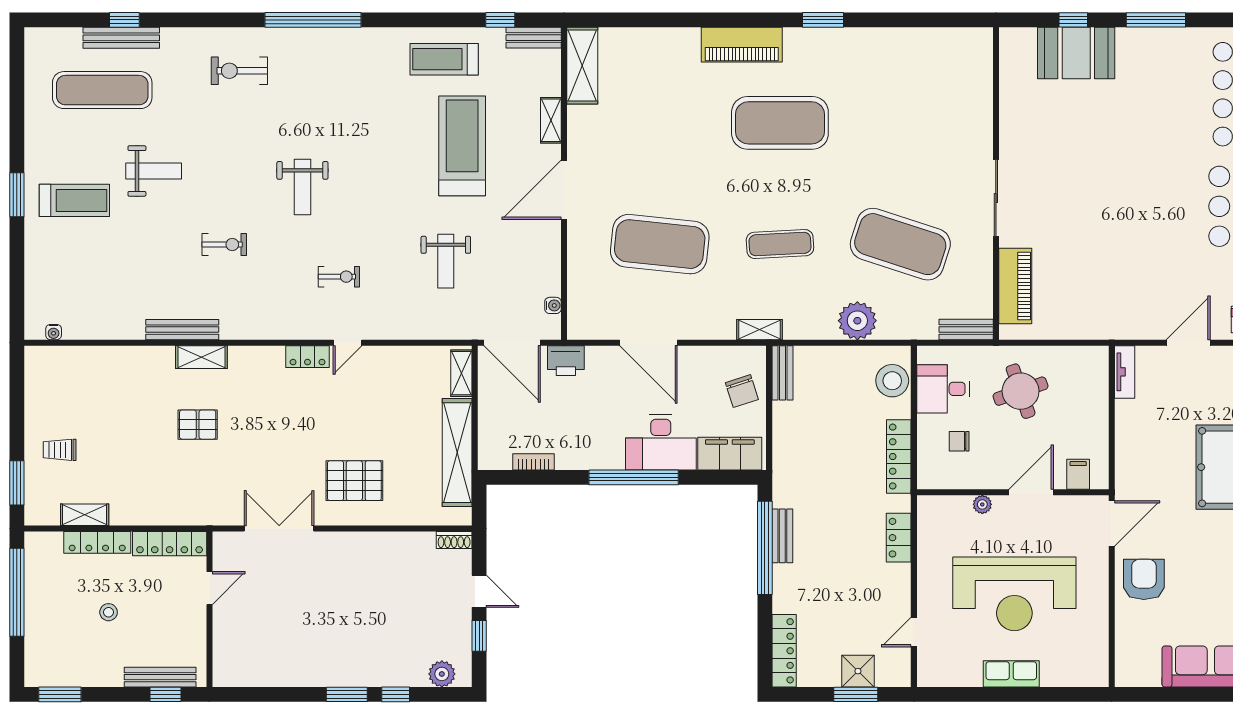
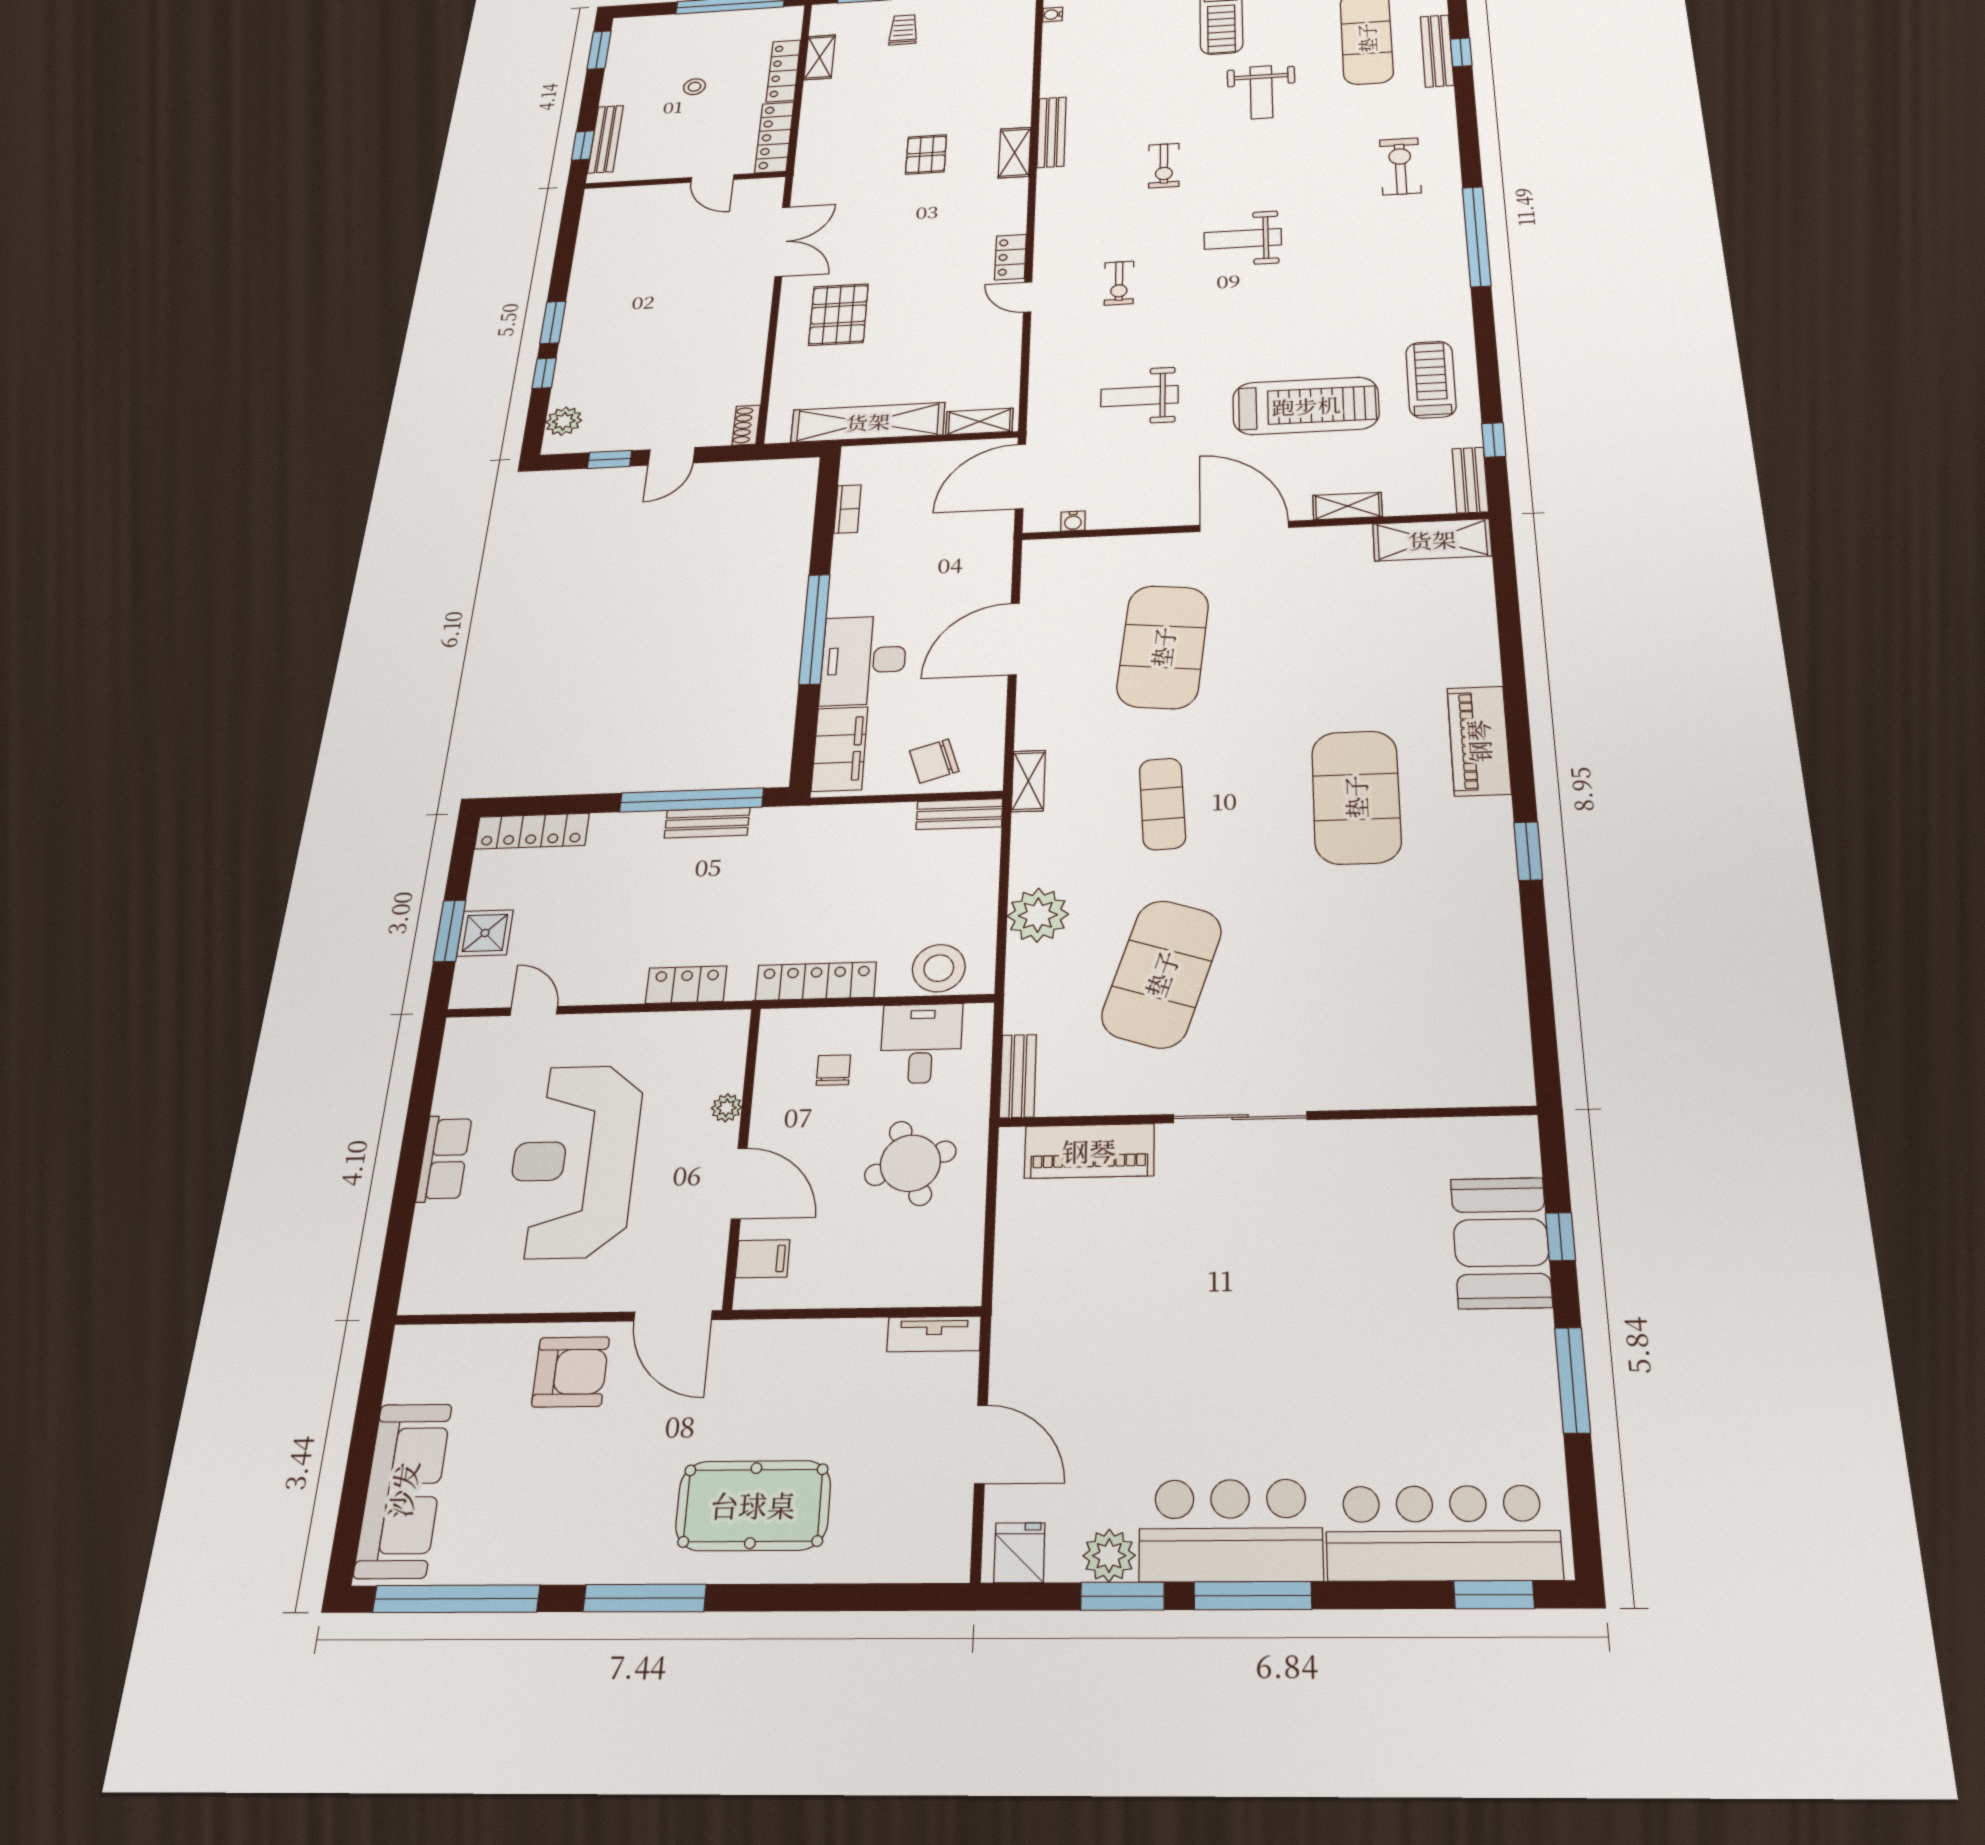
printer: (566, 361) -> (992, 540), removed

